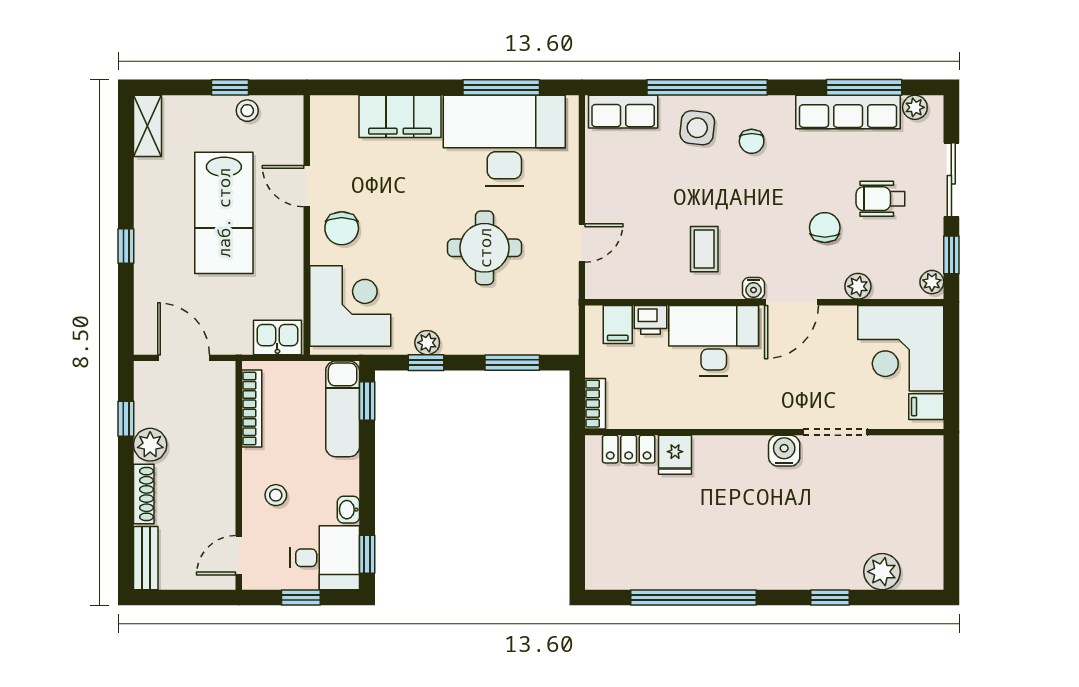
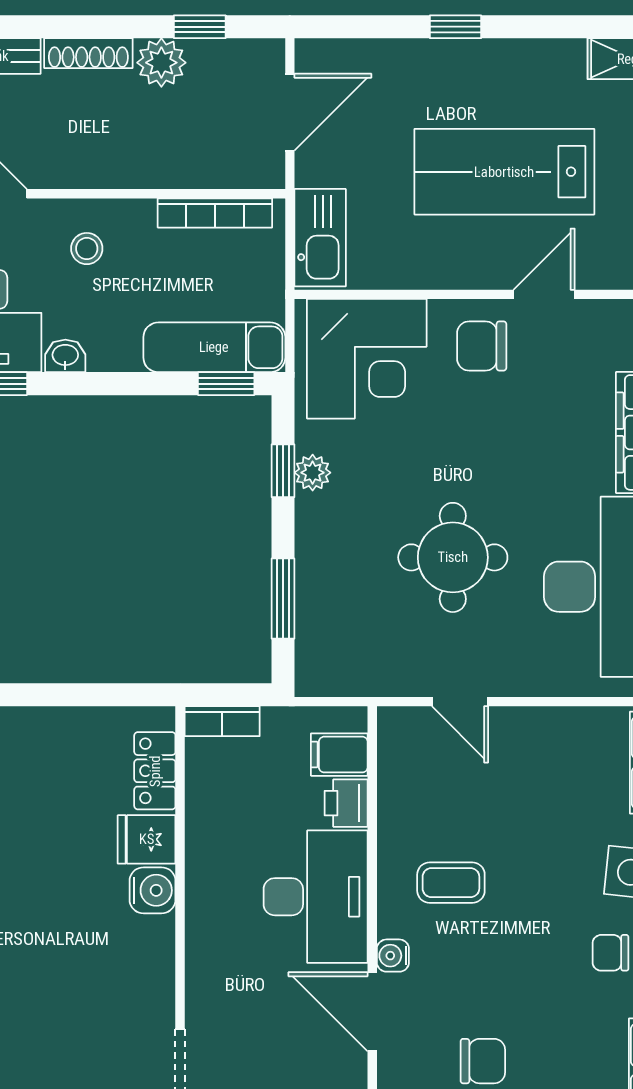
kitchen sink: (277, 337) -> (320, 238), width x1.38
water cooler: (784, 451) -> (152, 890), moved

